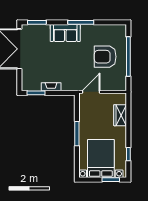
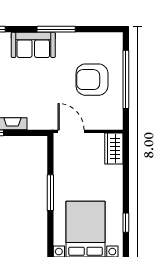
door: (91, 92) -> (71, 131), hinge flipped
wardrobe: (120, 115) -> (114, 148), moved

